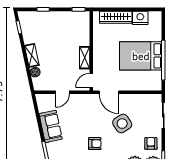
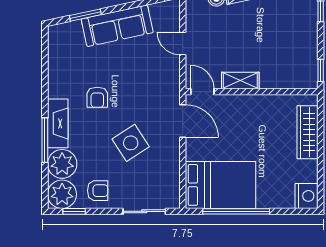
nightstand: (140, 18) -> (306, 196), moved
bed: (141, 56) -> (221, 185), moved, turned 90
door: (109, 92) -> (183, 121), swing flipped
sofa: (51, 126) -> (117, 26), width x1.36

